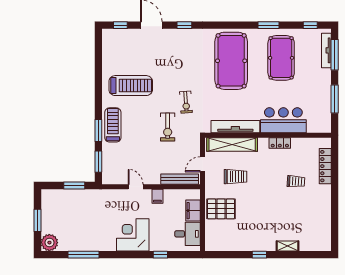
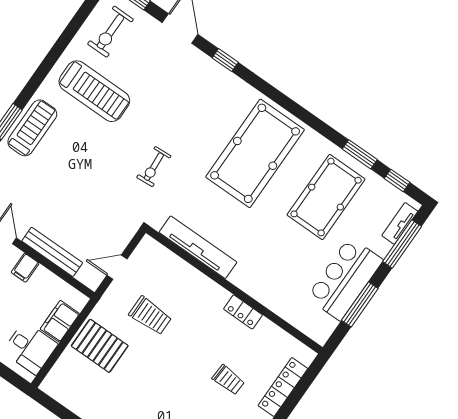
window: (269, 25) -> (360, 154), moved
tv unit: (326, 50) -> (400, 223), width x0.71
bar counter: (283, 120) -> (345, 279), moved, turned -90
exercise bike: (168, 127) -> (110, 32), moved
shelving: (232, 144) -> (177, 268), removed
bench: (180, 179) -> (52, 252), moved

